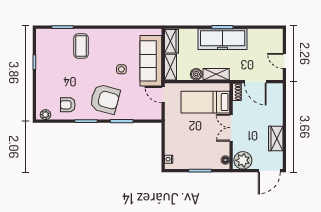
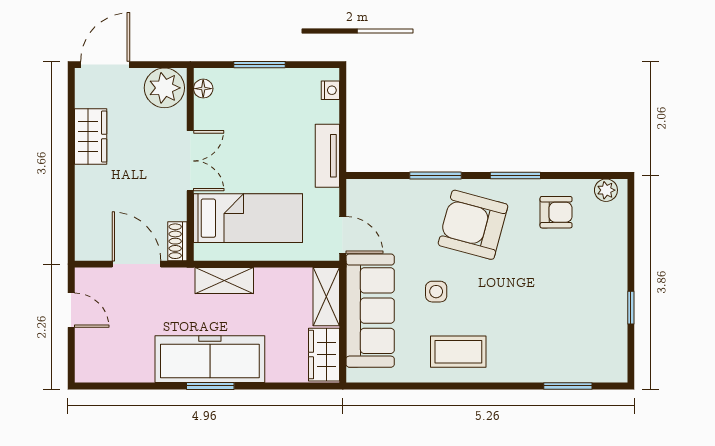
coffee table: (81, 46) -> (458, 352), moved, turned 90
boiler: (196, 74) -> (269, 280), removed
tv unit: (170, 130) -> (327, 156), added

